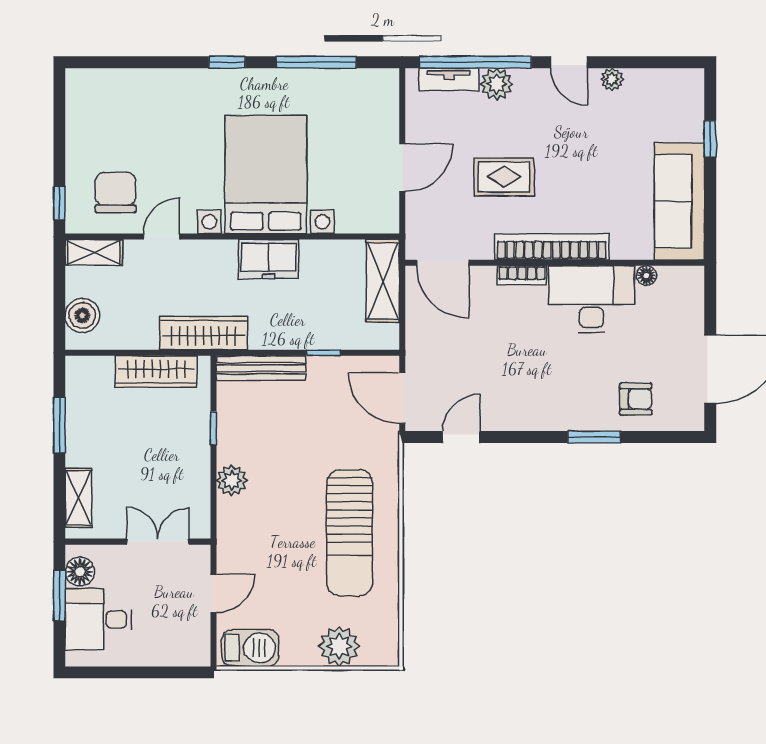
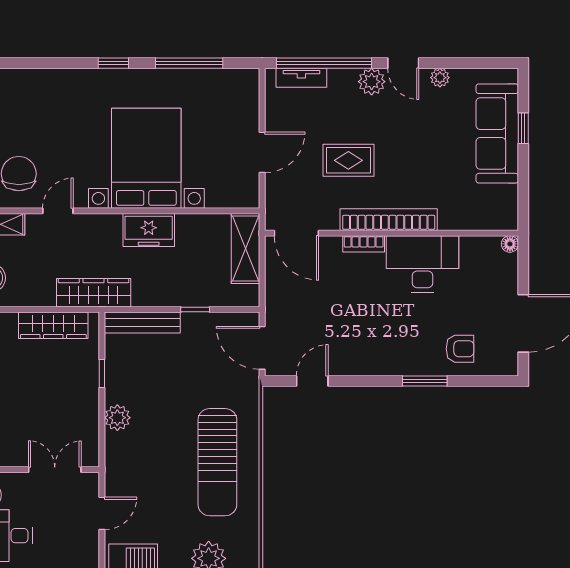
plant: (497, 84) -> (372, 82), moved
sofa: (680, 201) -> (497, 133), moved
floor lamp: (646, 276) -> (510, 244), moved

